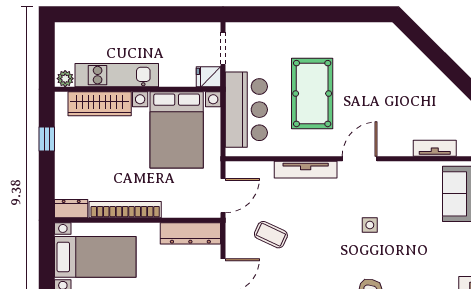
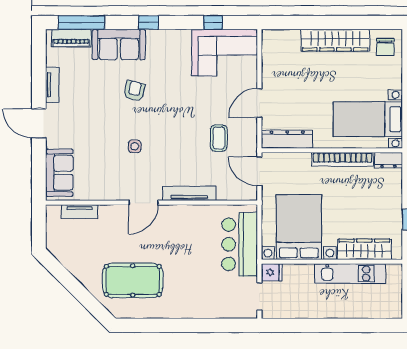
plant: (65, 79) -> (394, 271), removed
pool table: (312, 94) -> (133, 280), moved, turned 90
door: (223, 196) -> (259, 171), hinge flipped
coffee table: (271, 235) -> (219, 138), turned 65

